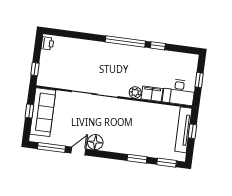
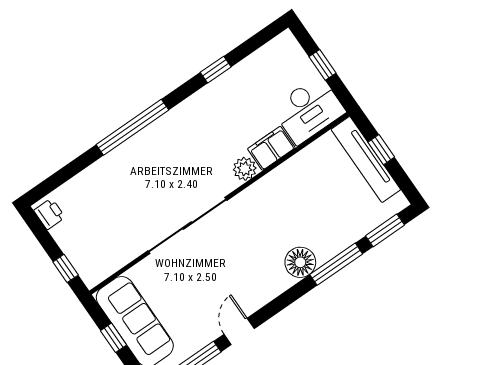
window: (125, 42) -> (132, 127), moved
floor lamp: (95, 142) -> (300, 262), moved
window: (137, 159) -> (336, 264), width x1.44

